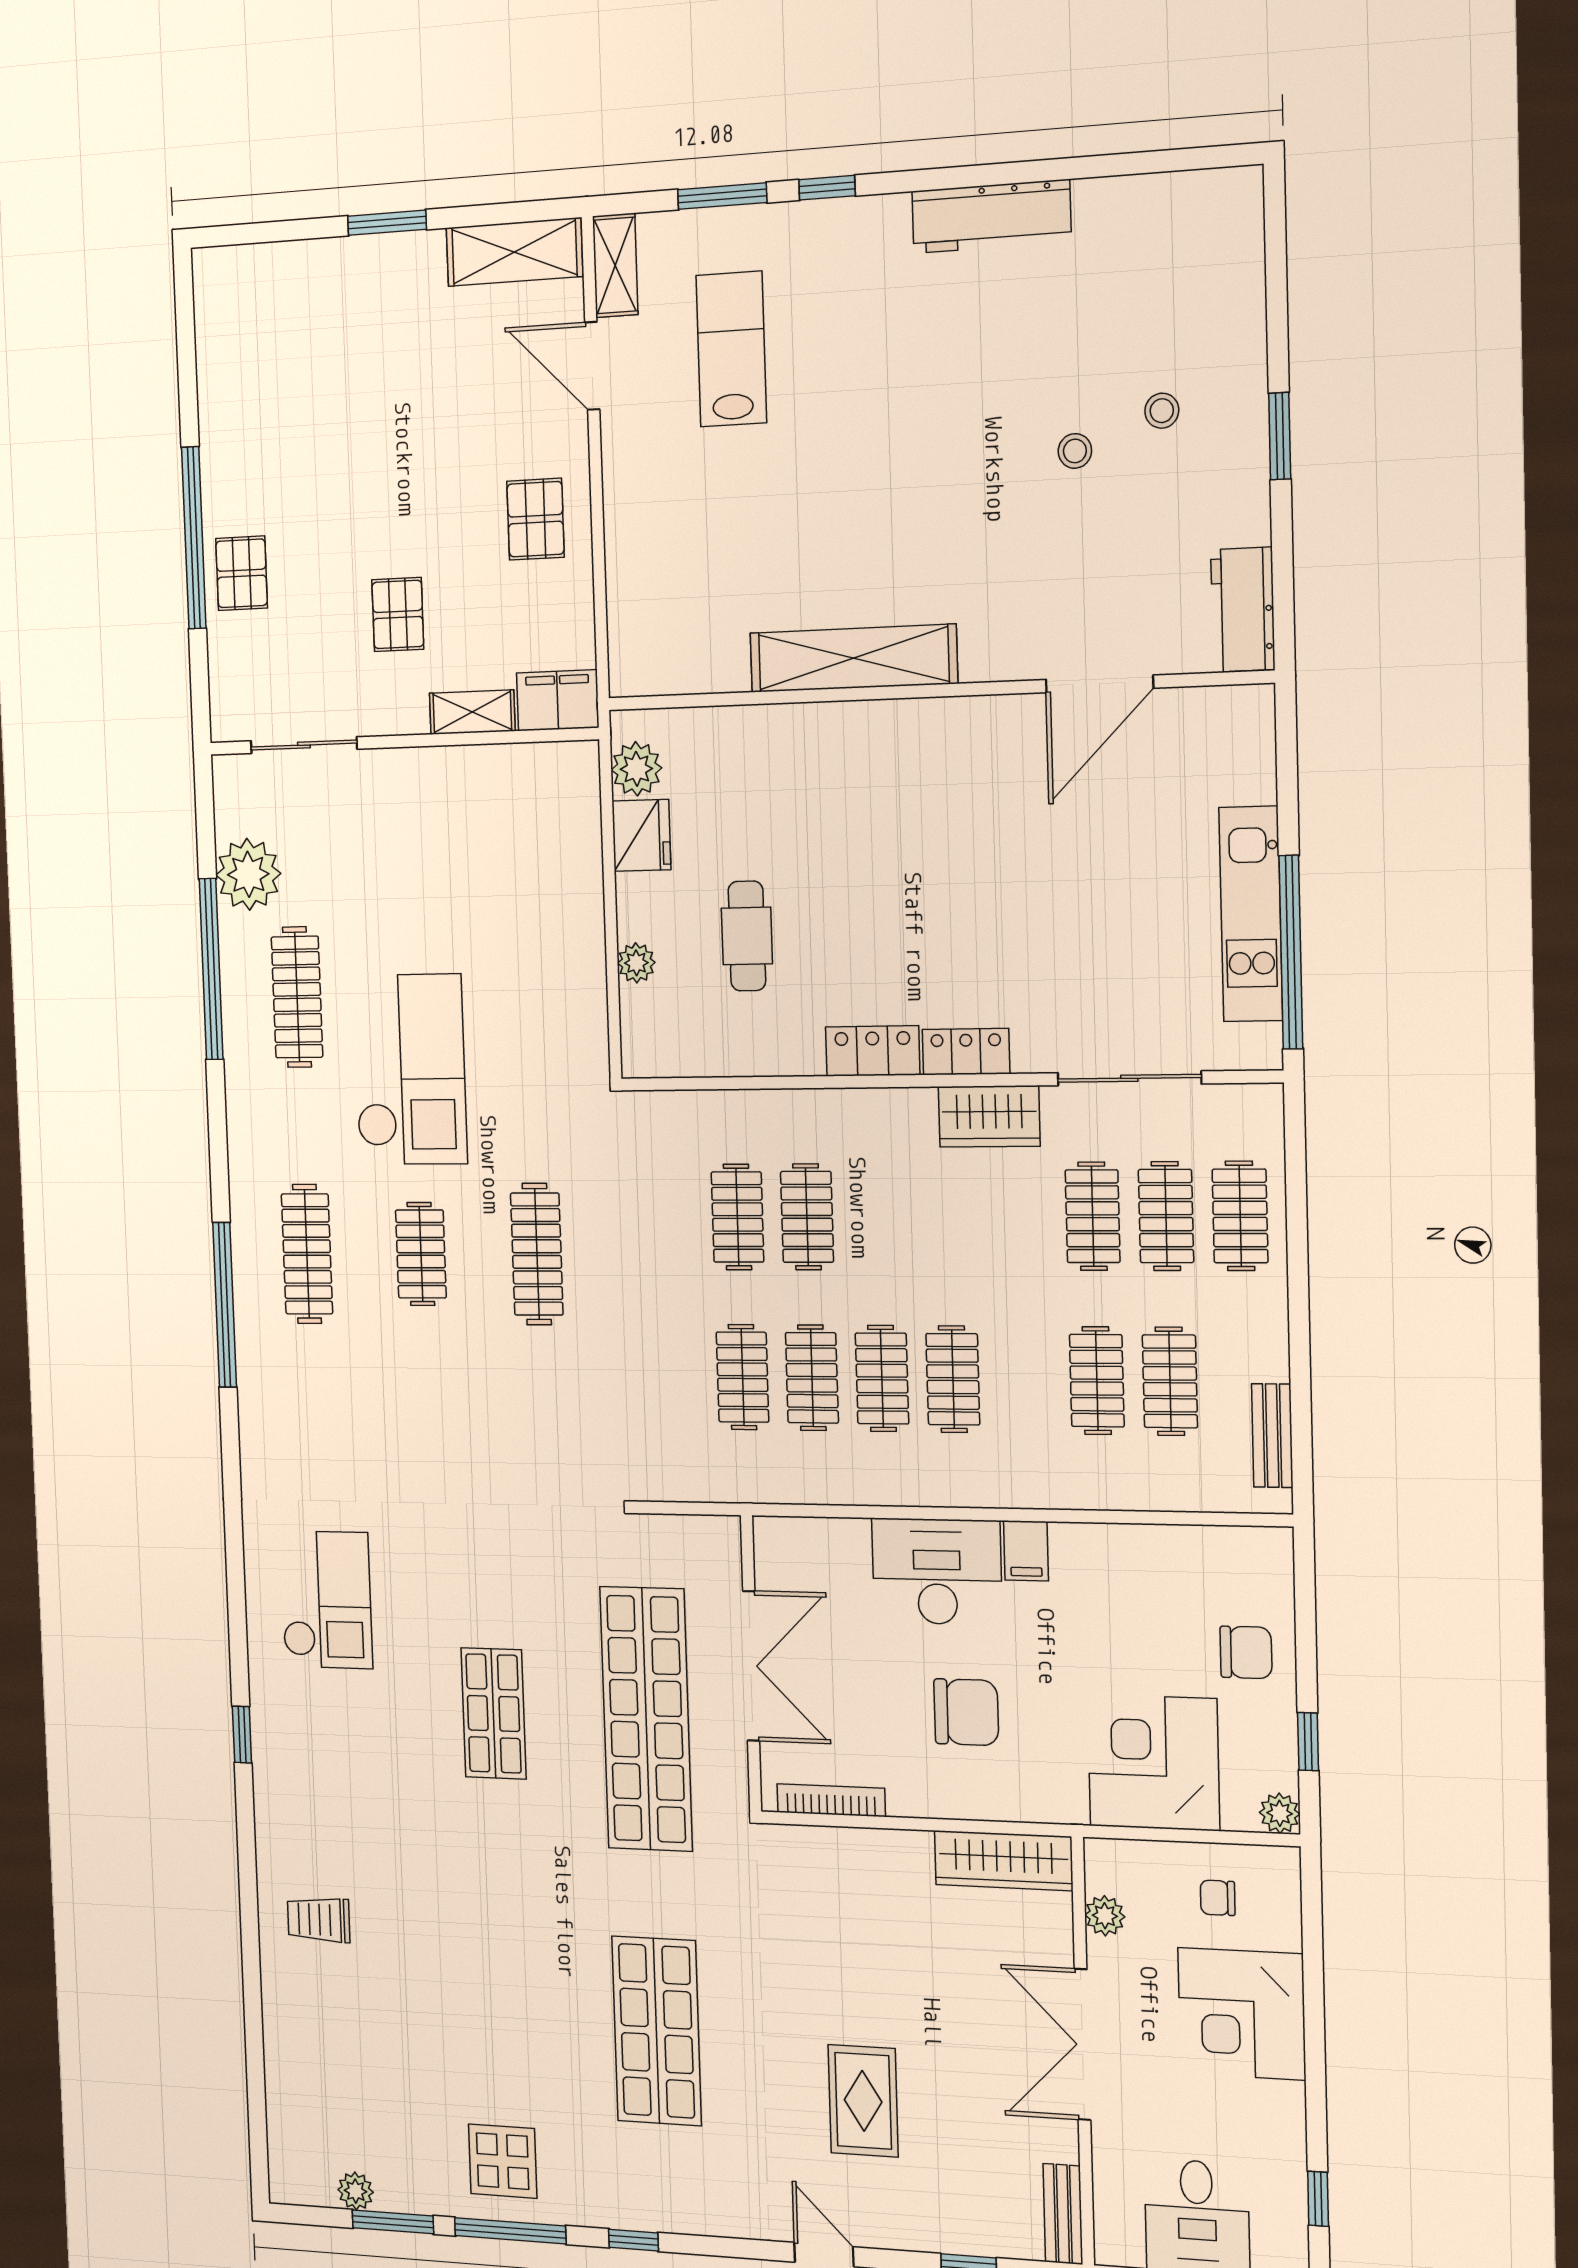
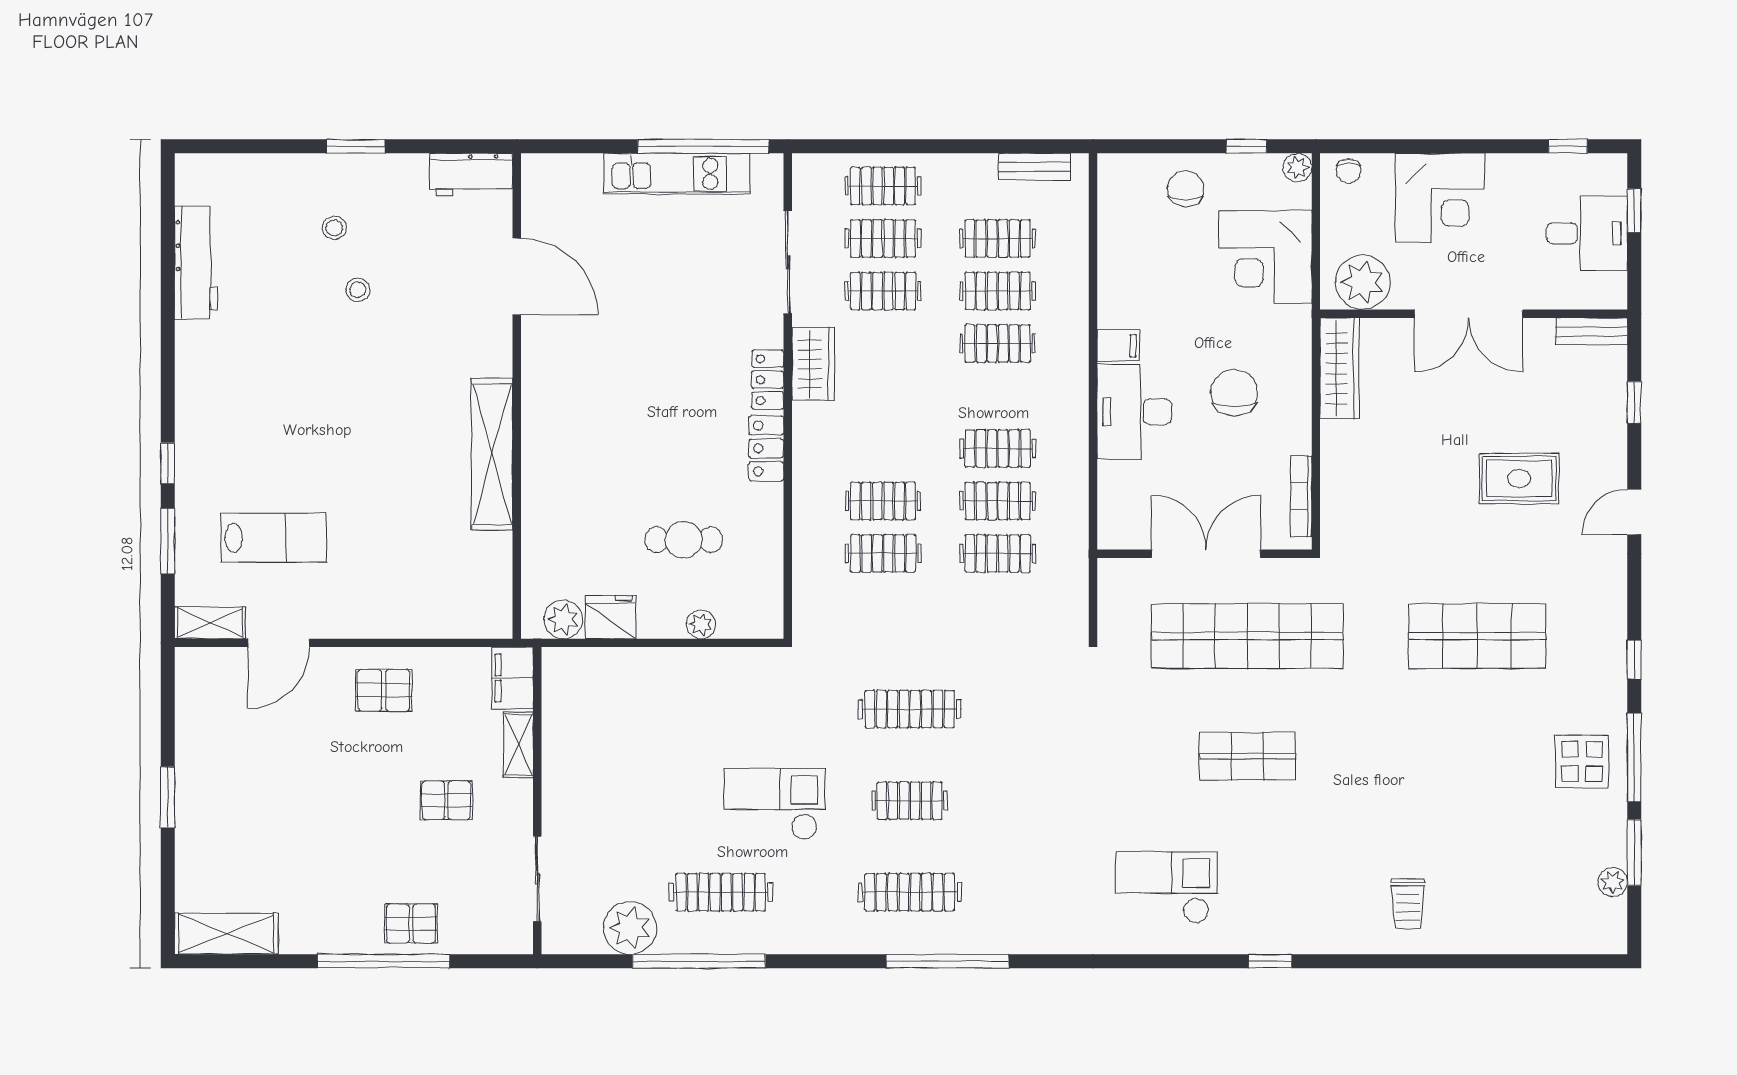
workbench: (991, 216) -> (196, 263), moved
shelving: (514, 252) -> (226, 934), moved, turned 90
lab bench: (731, 349) -> (273, 538), turned 180
checkout: (410, 1069) -> (775, 804), width x0.73, depth x0.83
clothes rail: (953, 1379) -> (998, 343), moved
chair: (1218, 1898) -> (1348, 171), moved
plant: (1105, 1916) -> (1363, 282), width x1.88, depth x1.88

